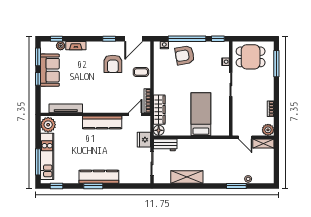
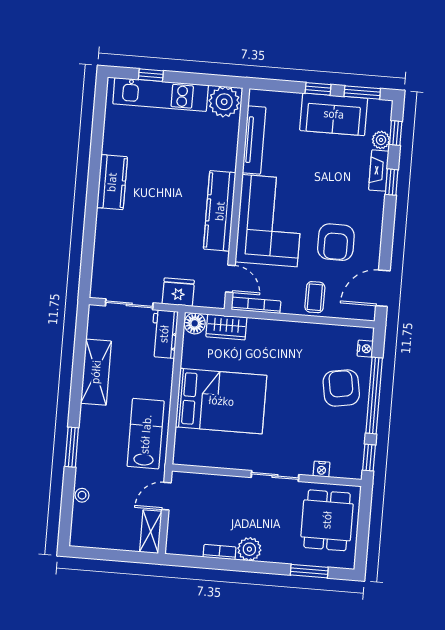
window: (109, 39) -> (392, 182), moved
door: (134, 39) -> (383, 288), hinge flipped
armchair: (113, 64) -> (336, 242), turned -90
window: (276, 64) -> (309, 571), width x0.69
corner sofa: (105, 97) -> (270, 221), added
wardrobe: (159, 110) -> (226, 327), width x0.67
bed: (201, 114) -> (221, 401), width x1.50
plant: (268, 130) -> (249, 549), moved
lab bench: (215, 150) -> (146, 434), added
window: (38, 162) -> (151, 75), width x0.46
kitchen counter: (99, 177) -> (112, 182), width x0.67
window: (56, 186) -> (100, 108), removed
window: (93, 186) -> (93, 183), removed
window: (236, 186) -> (72, 447), moved

